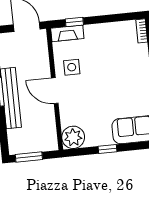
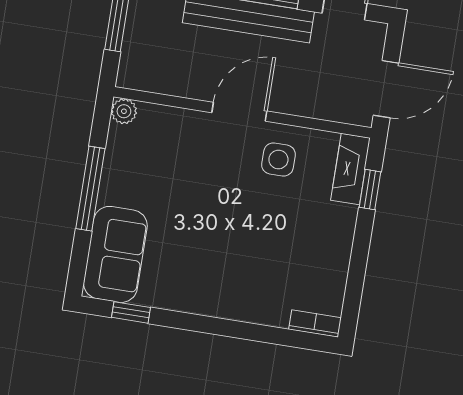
plant: (73, 137) -> (124, 111), width x0.53, depth x0.53
window: (108, 149) -> (90, 189), width x2.17

